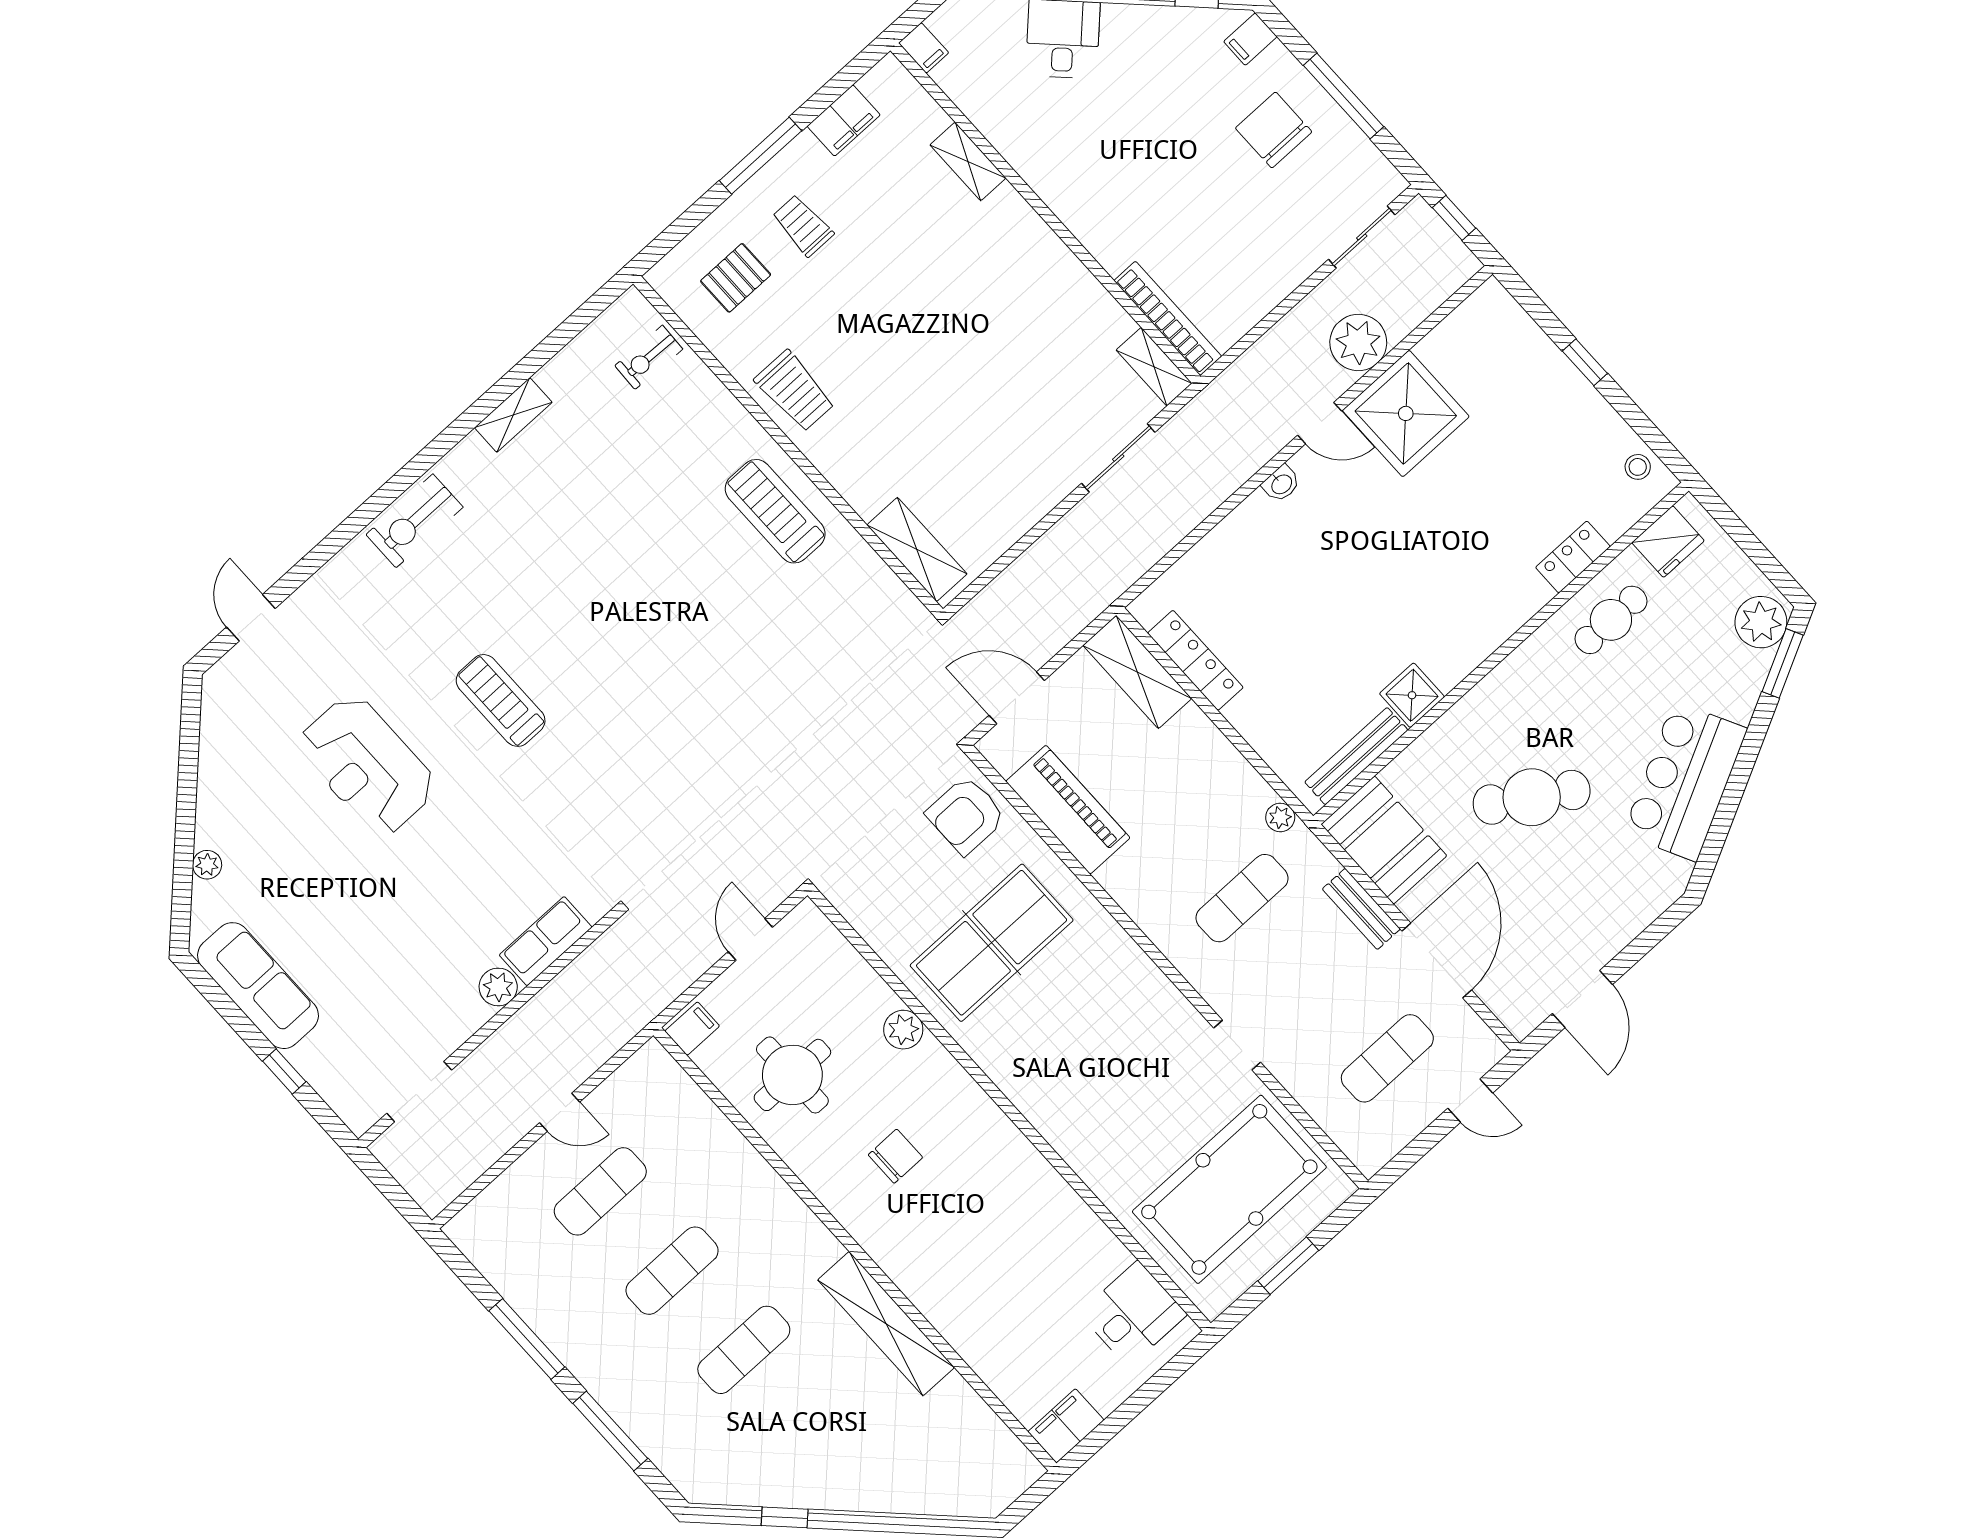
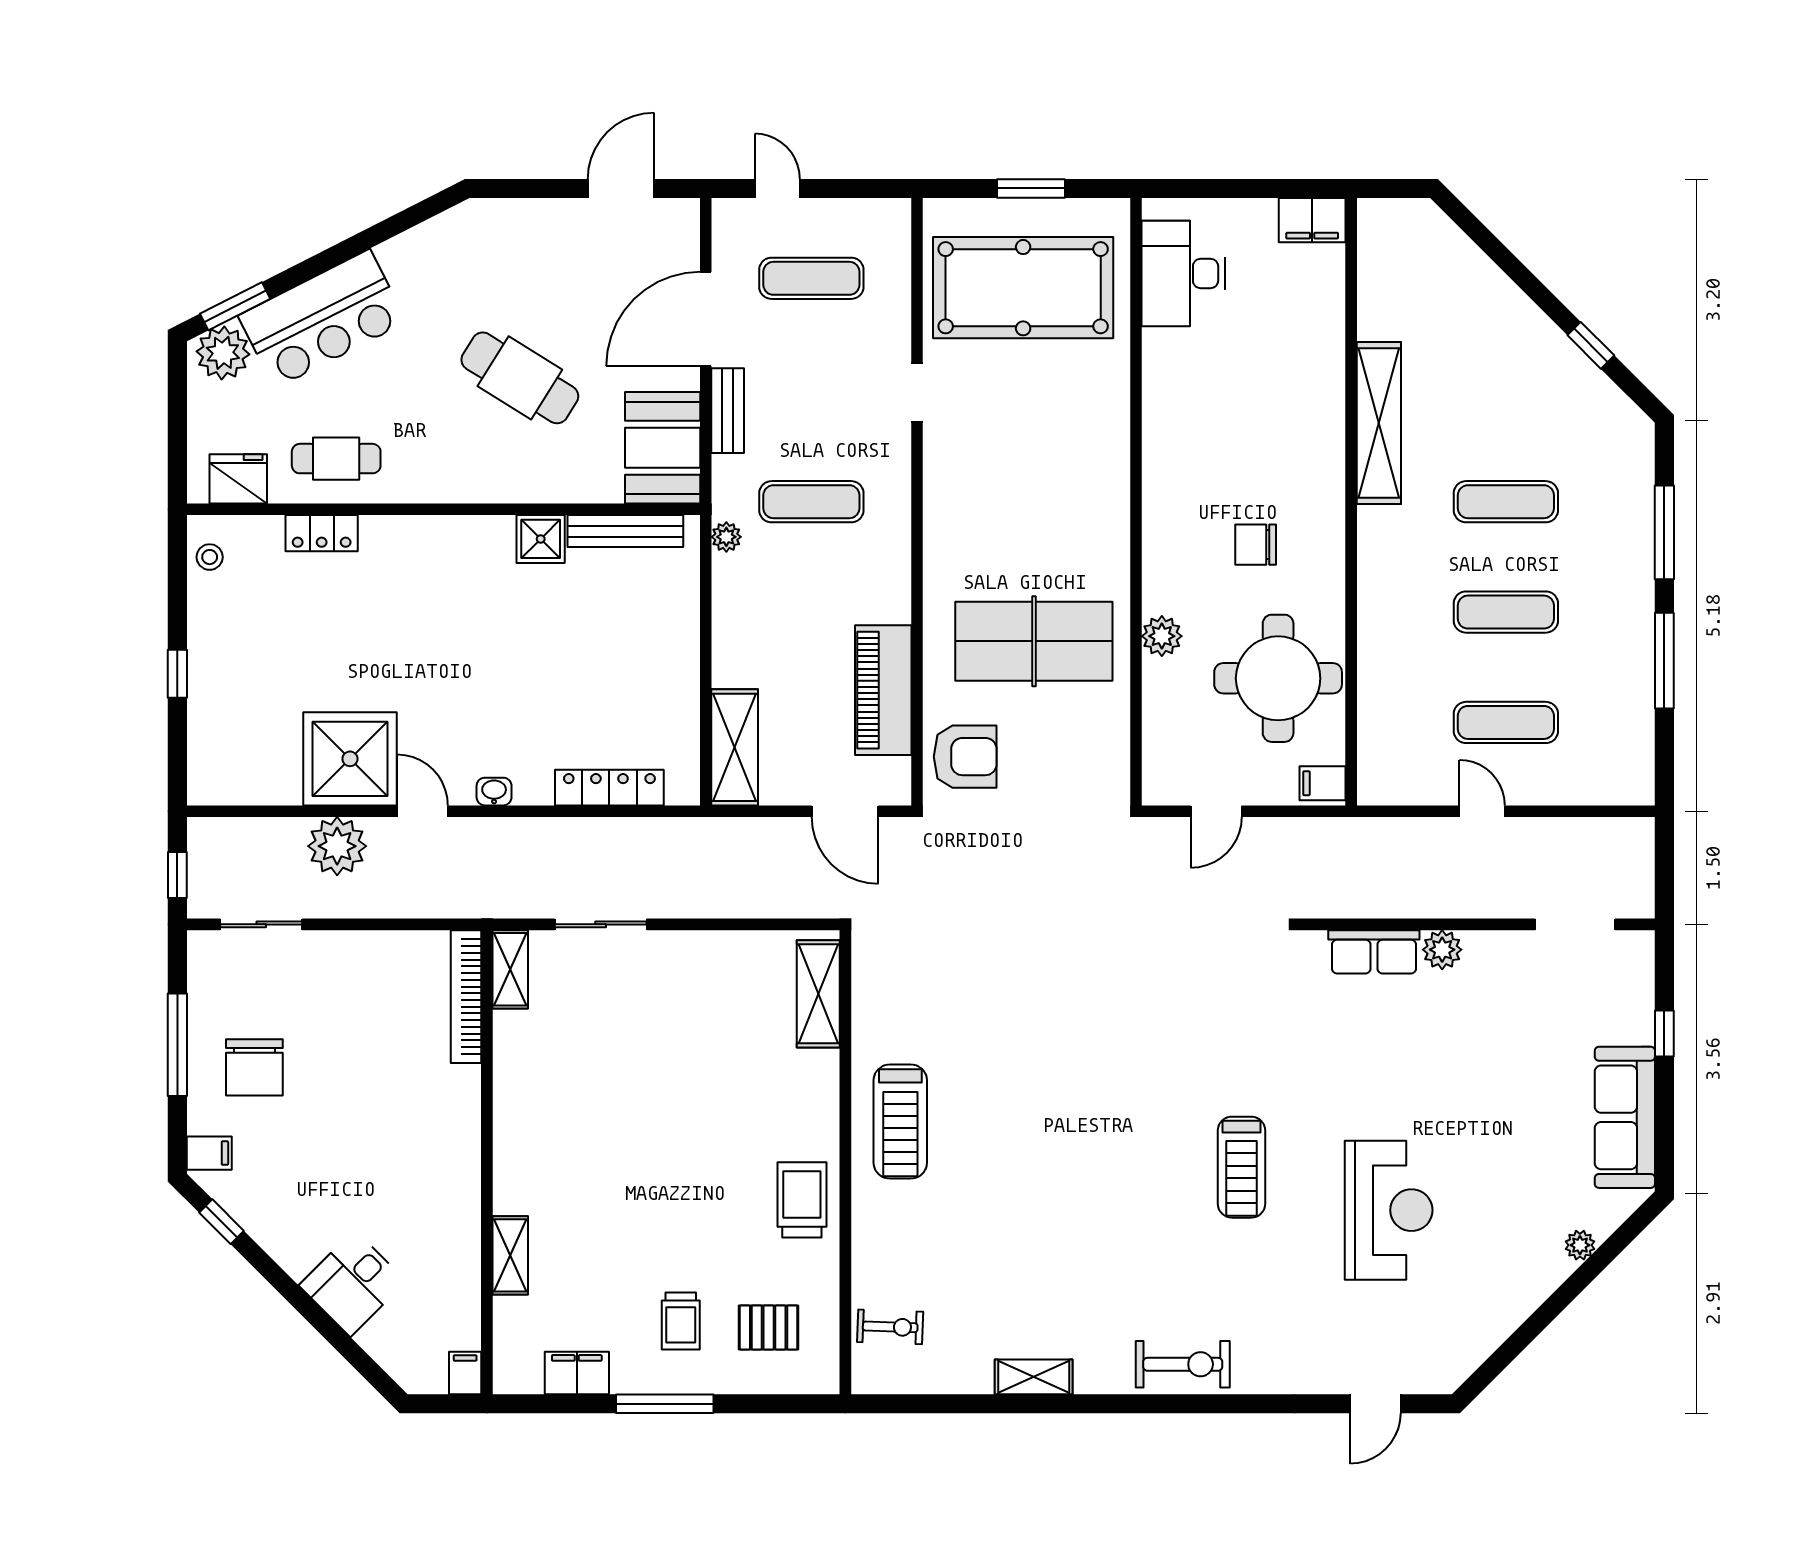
locker: (1195, 660) -> (609, 788), moved, turned 90
bar counter: (1685, 781) -> (322, 319), moved
round table: (792, 1075) -> (1278, 678), width x1.36, depth x1.36
desk: (1133, 1314) -> (1183, 273), width x1.37

